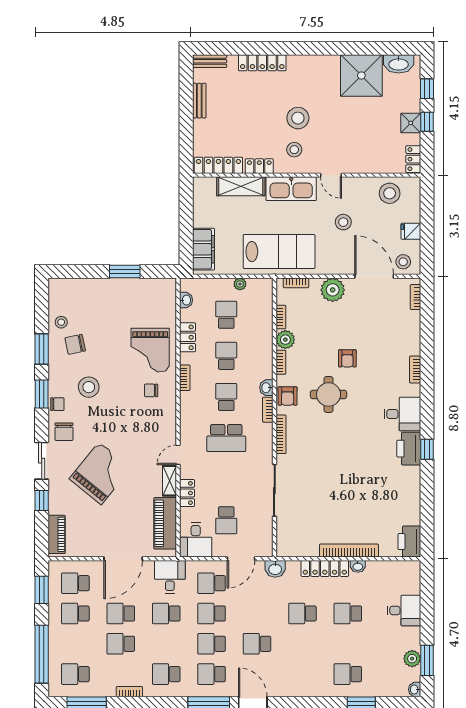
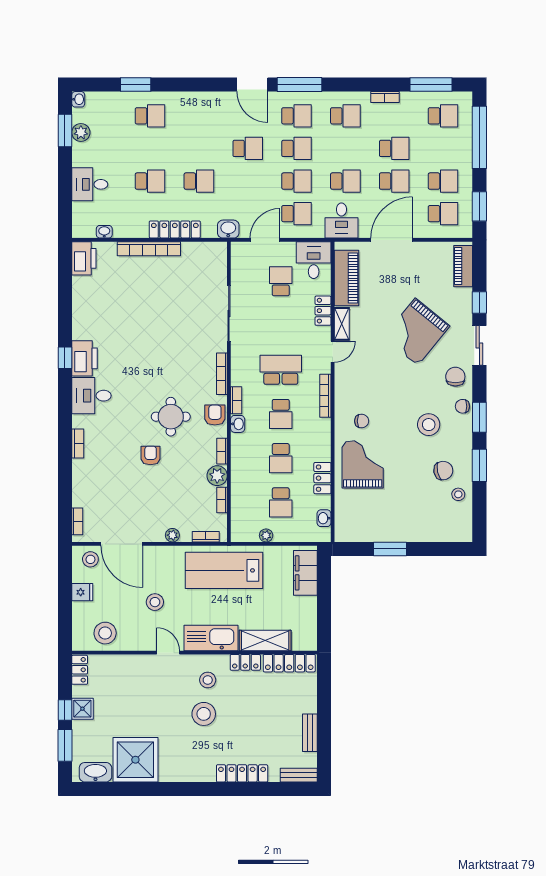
window: (427, 89) -> (65, 745), width x1.50
plant: (333, 290) -> (172, 535), width x0.53, depth x0.53
bookcase: (185, 378) -> (325, 396), moved, width x1.56
washbasin: (358, 566) -> (104, 232), moved

